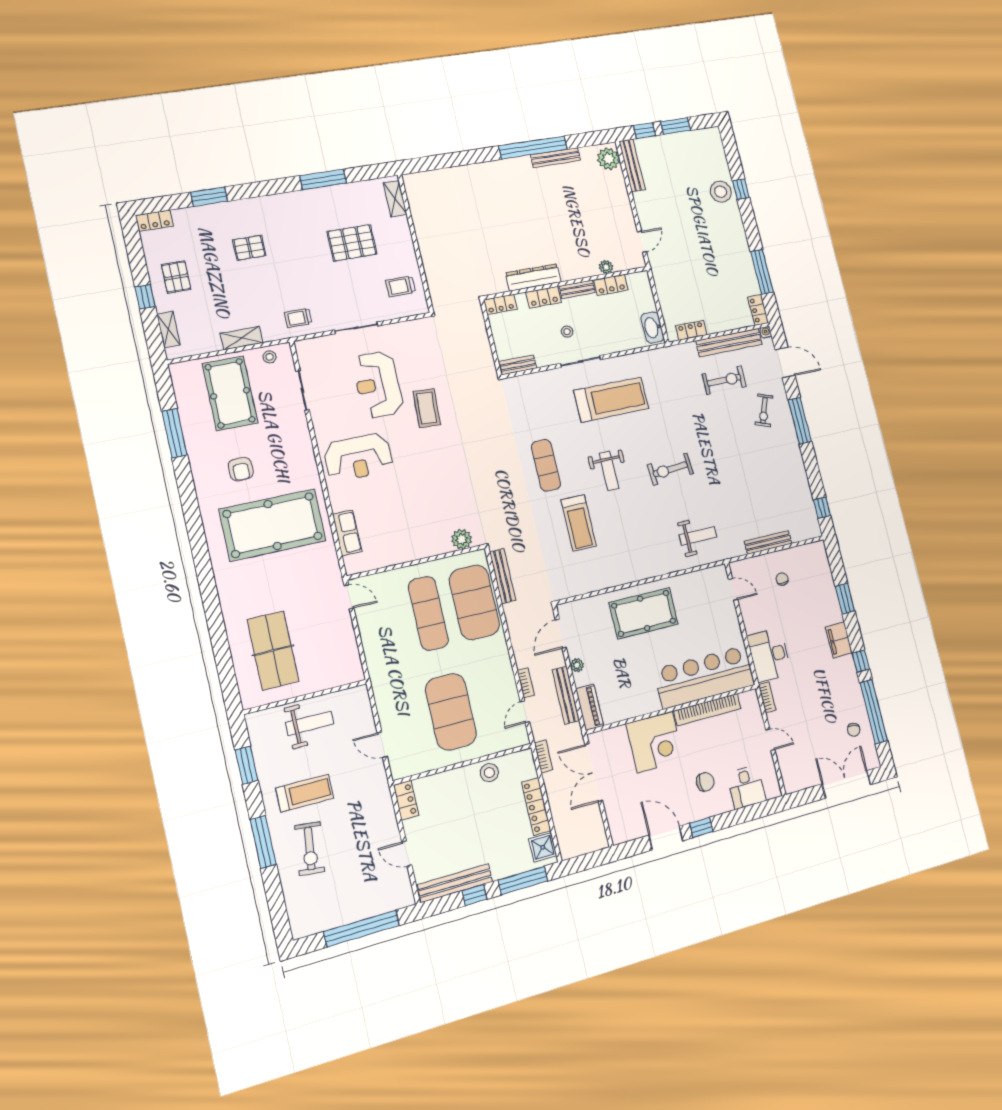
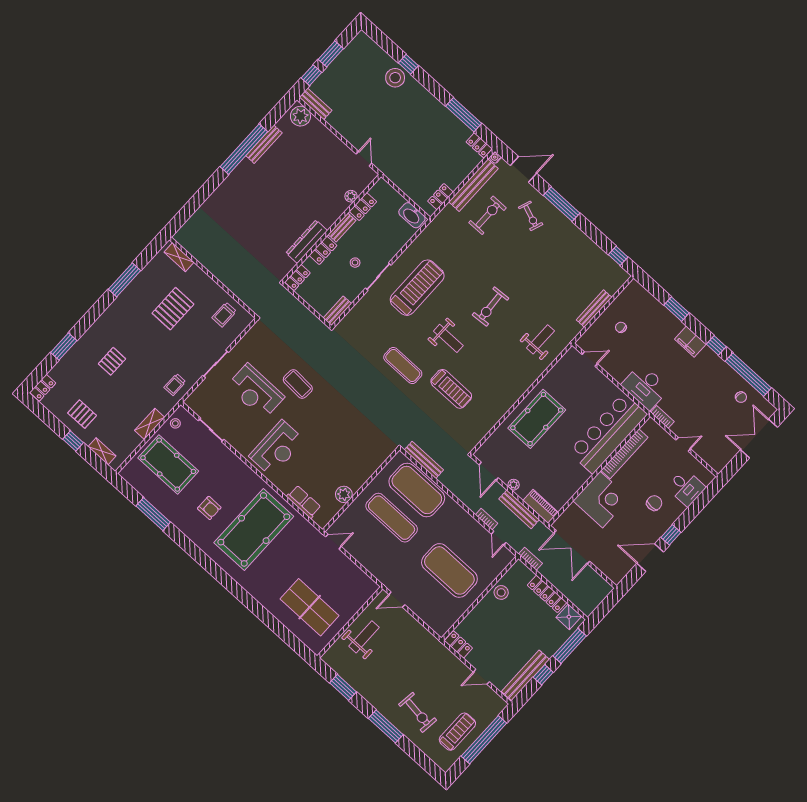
bench: (632, 165) -> (316, 104), width x0.73
plant: (462, 539) -> (344, 494), moved
door: (382, 745) -> (397, 600), moved
treadmill: (305, 793) -> (457, 732), moved

